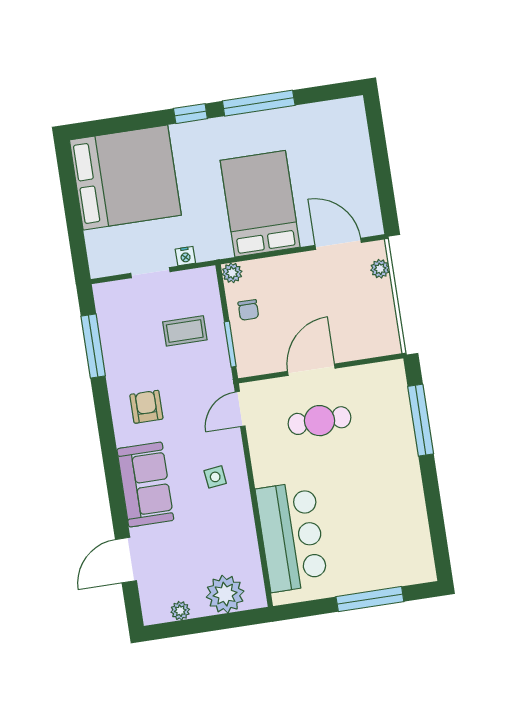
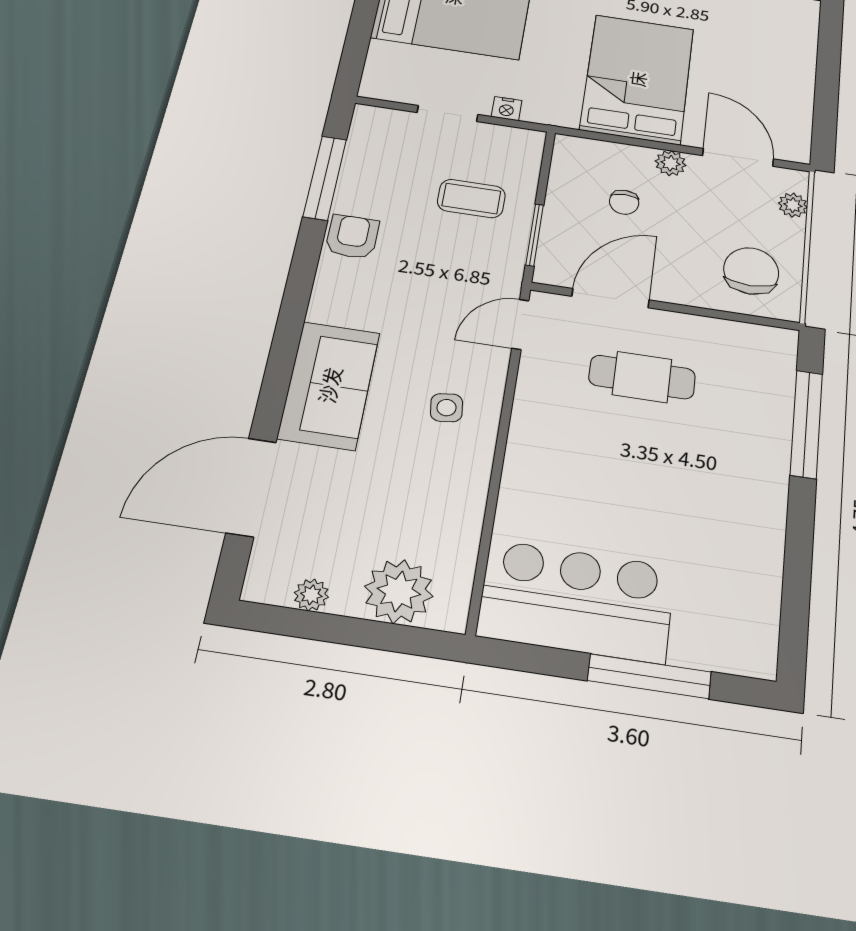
plant: (232, 273) -> (671, 163), moved
chair: (248, 310) -> (624, 202), moved
chair: (365, 326) -> (751, 271), added
door: (311, 370) -> (610, 298), moved
armchair: (146, 407) -> (352, 237), moved
bar counter: (292, 537) -> (576, 601), moved, turned -90
door: (126, 560) -> (251, 487), width x1.36

